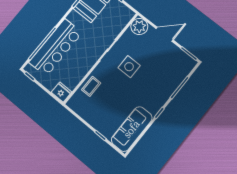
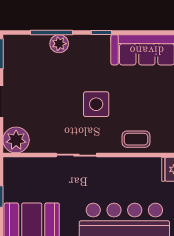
side table: (129, 67) -> (96, 104), moved
plant: (171, 87) -> (59, 44), added

